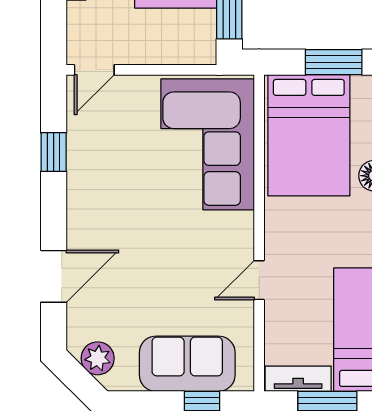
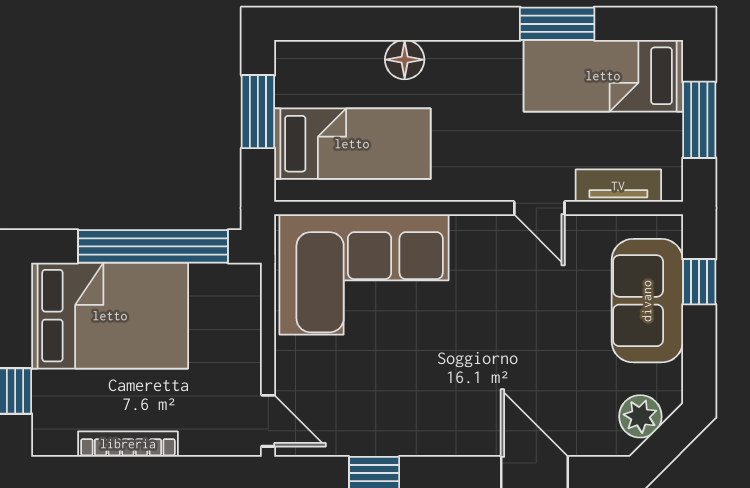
bed: (309, 135) -> (352, 144), width x0.67
tv unit: (298, 379) -> (618, 186), moved, turned 90

